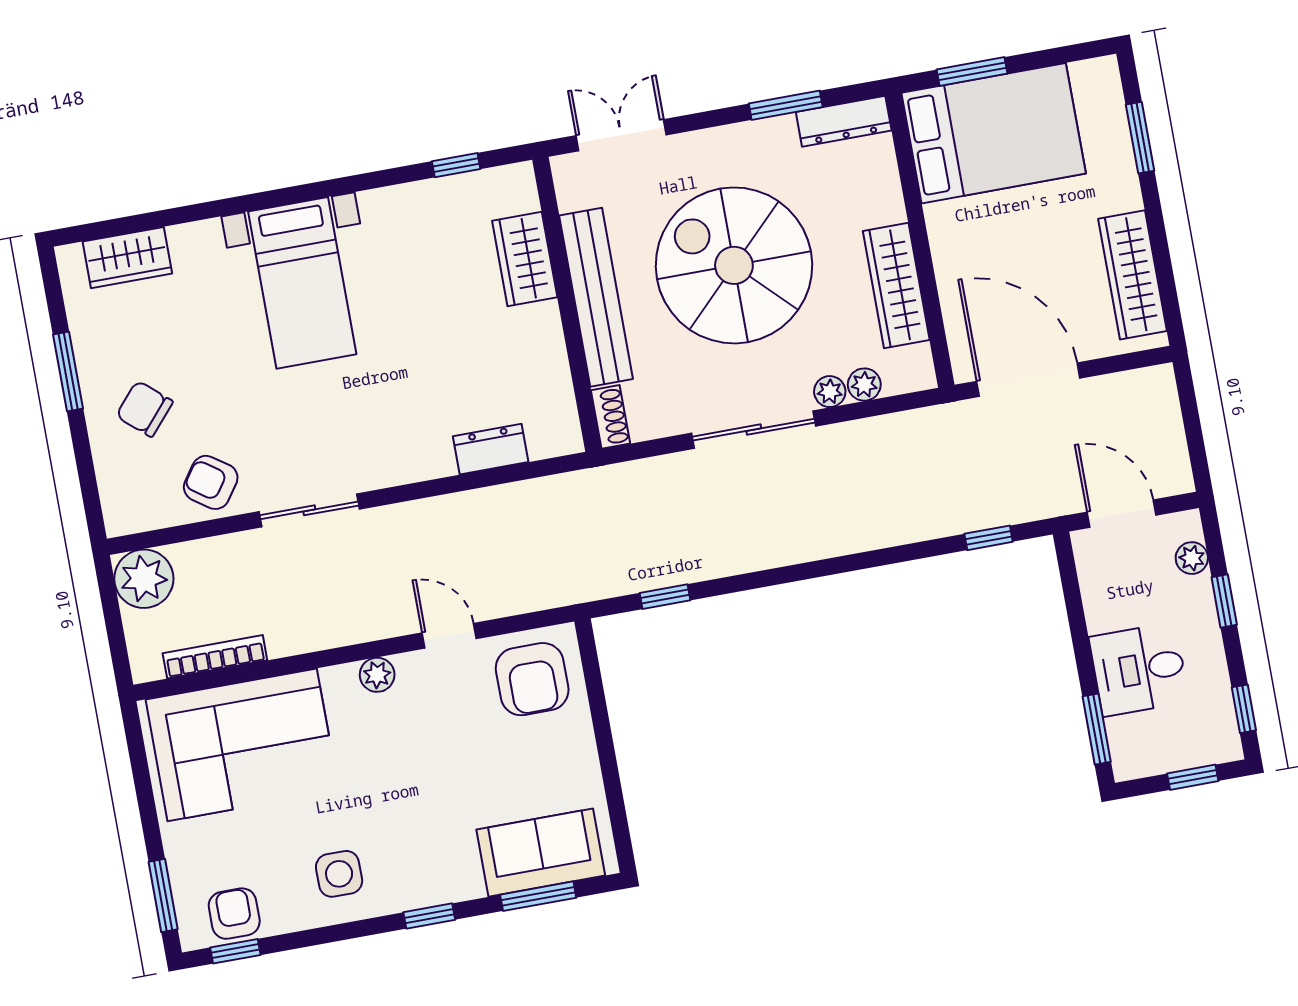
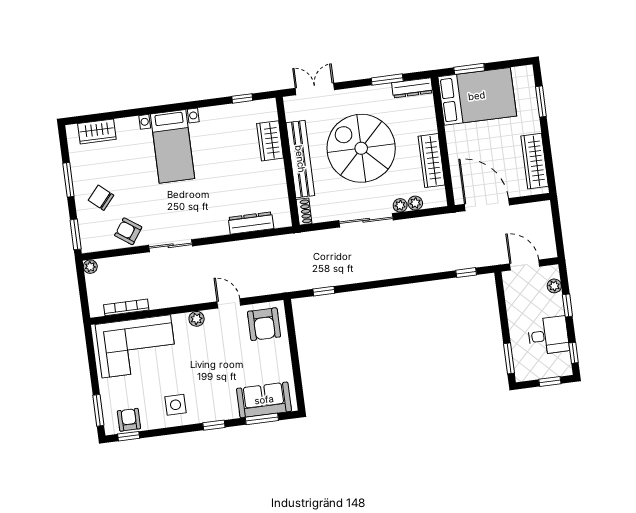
dresser: (491, 449) -> (251, 223), width x1.44
window: (91, 496) -> (76, 234), added
plant: (144, 579) -> (90, 267), width x0.53, depth x0.53
desk: (1139, 669) -> (548, 335), moved, turned 180

